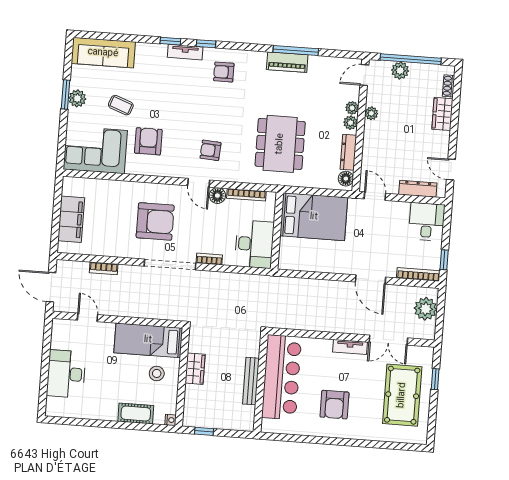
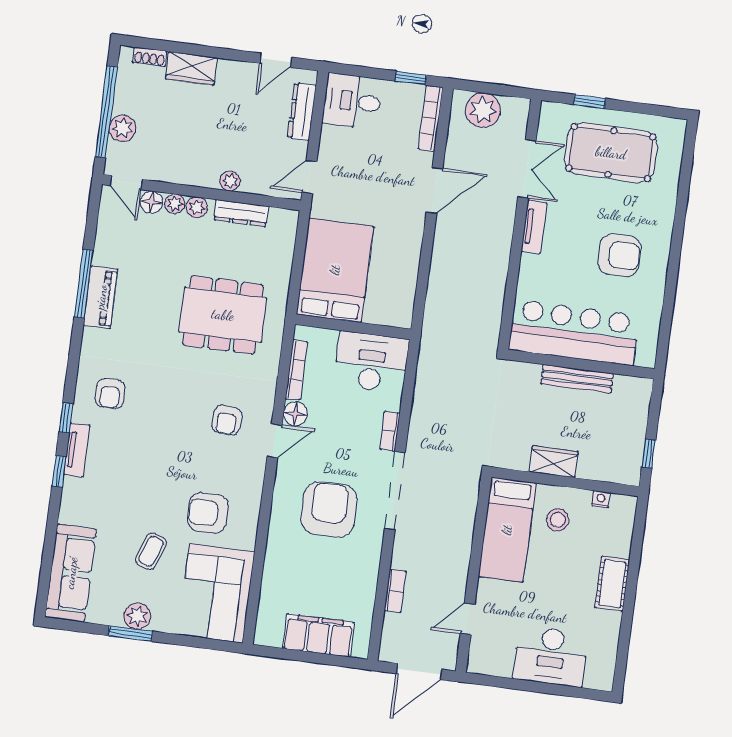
plant: (371, 113) -> (230, 181), moved
floor lamp: (346, 179) -> (152, 202), moved
cot: (136, 413) -> (612, 584), moved
nightstand: (171, 420) -> (601, 499), moved

